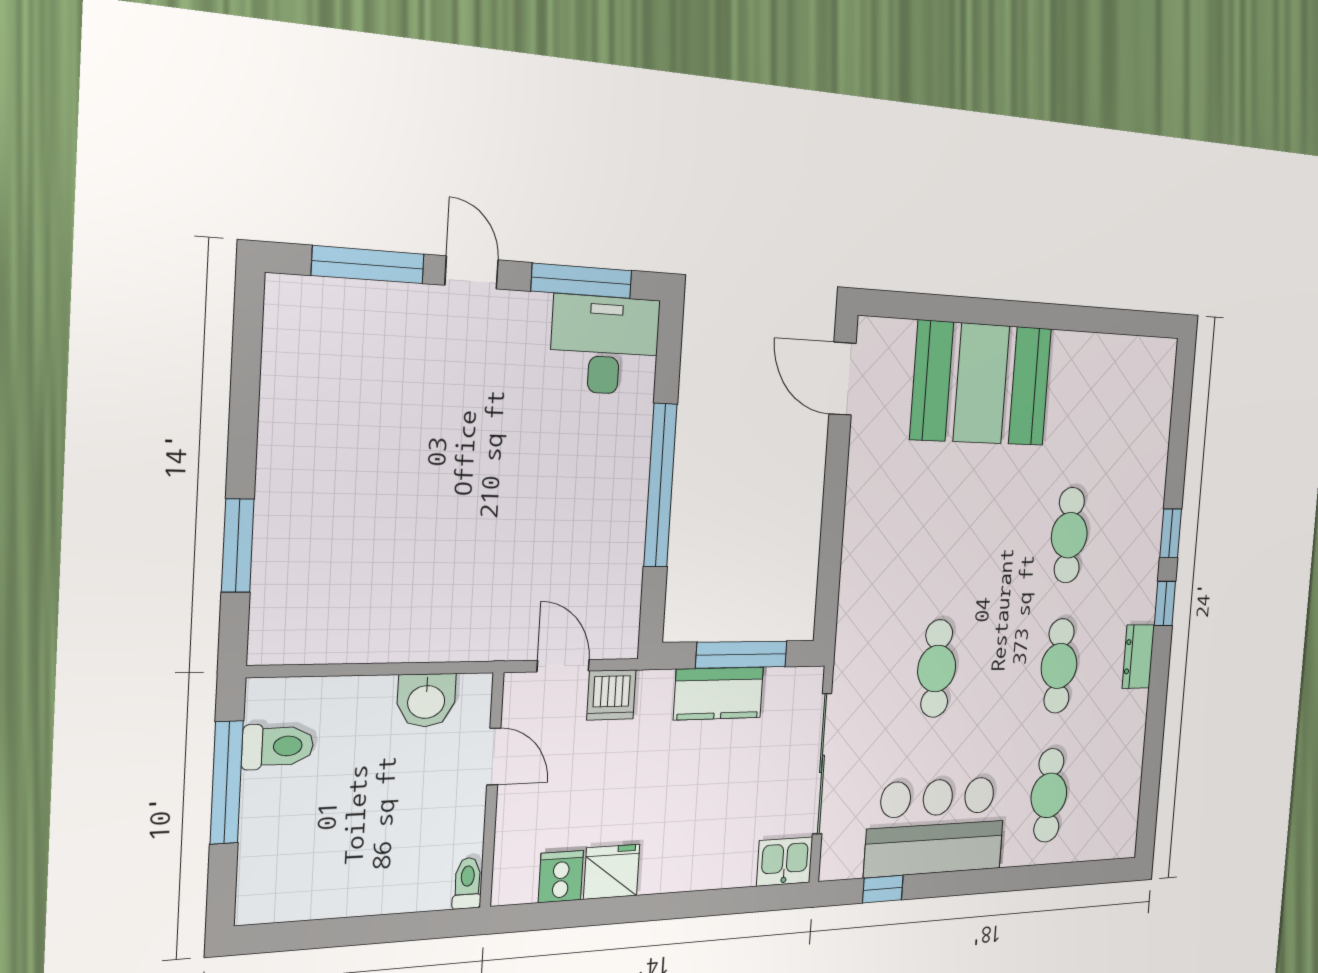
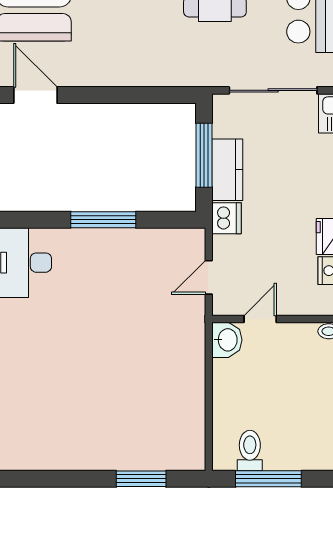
door: (843, 379) -> (35, 95), swing flipped
window: (660, 485) -> (103, 220), width x0.68
dishwasher: (611, 695) -> (226, 218), moved
washbasin: (426, 700) -> (227, 340), moved

